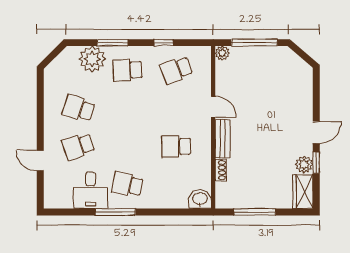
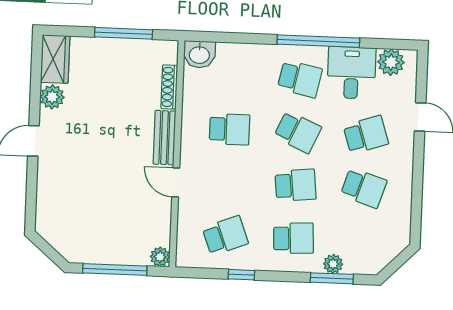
window: (113, 43) -> (332, 278), moved
plant: (92, 59) -> (333, 264), width x0.53, depth x0.53
school desk: (127, 108) -> (296, 185), added
school desk: (127, 146) -> (298, 132), added
window: (316, 163) -> (35, 99), removed
shoe rack: (221, 170) -> (169, 87), width x1.43
plant: (63, 199) -> (391, 62), added
window: (115, 212) -> (318, 41), width x1.46

